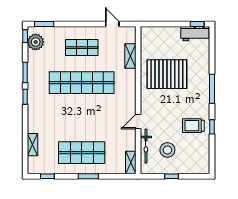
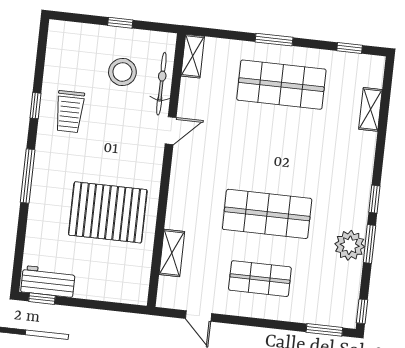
plant: (36, 42) -> (350, 245), moved
shop shelf: (82, 83) -> (267, 214), width x0.71
trolley: (193, 126) -> (70, 112), turned 90

